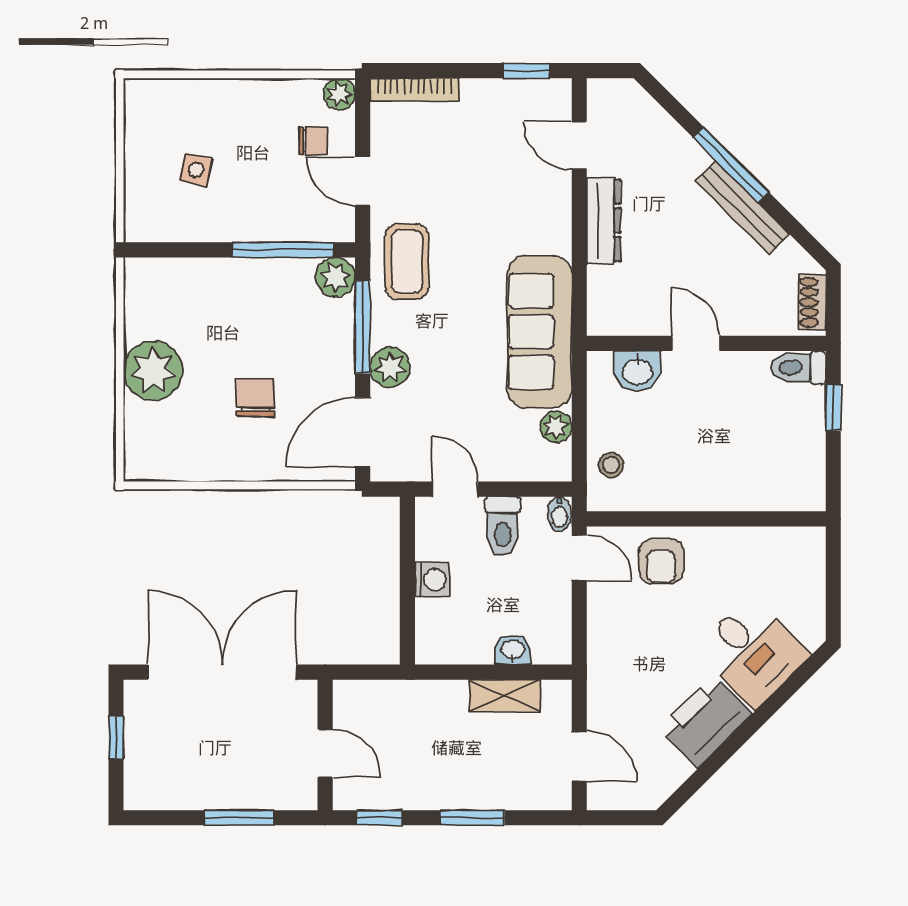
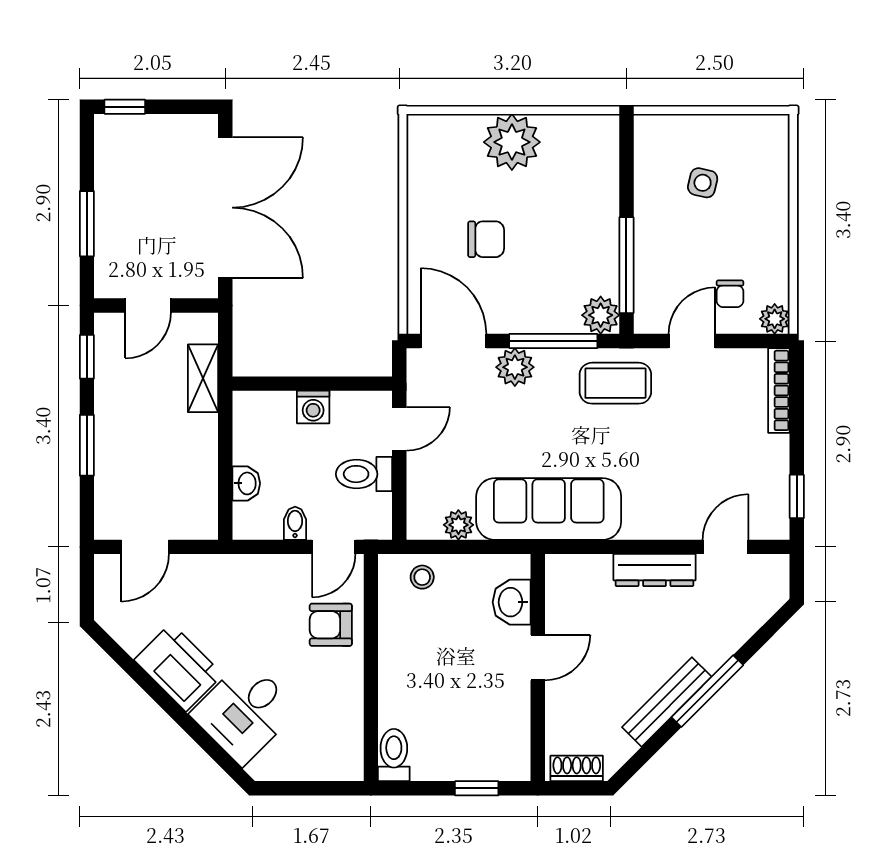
toilet: (798, 368) -> (394, 755), moved
bidet: (559, 514) -> (295, 523), moved, turned 90
shelving: (505, 696) -> (203, 378), moved
window: (116, 738) -> (125, 107), moved

